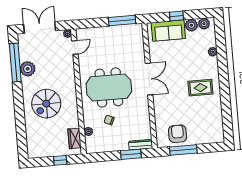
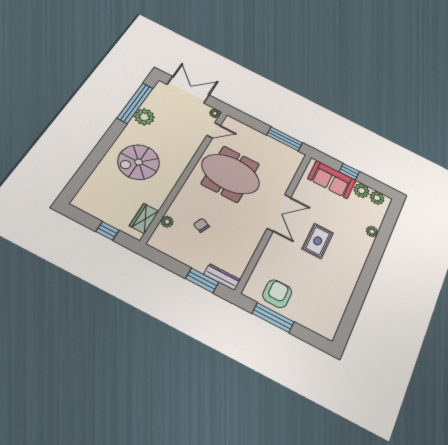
meeting table: (109, 87) -> (230, 174), moved
rug: (200, 88) -> (318, 241), moved, turned 90

